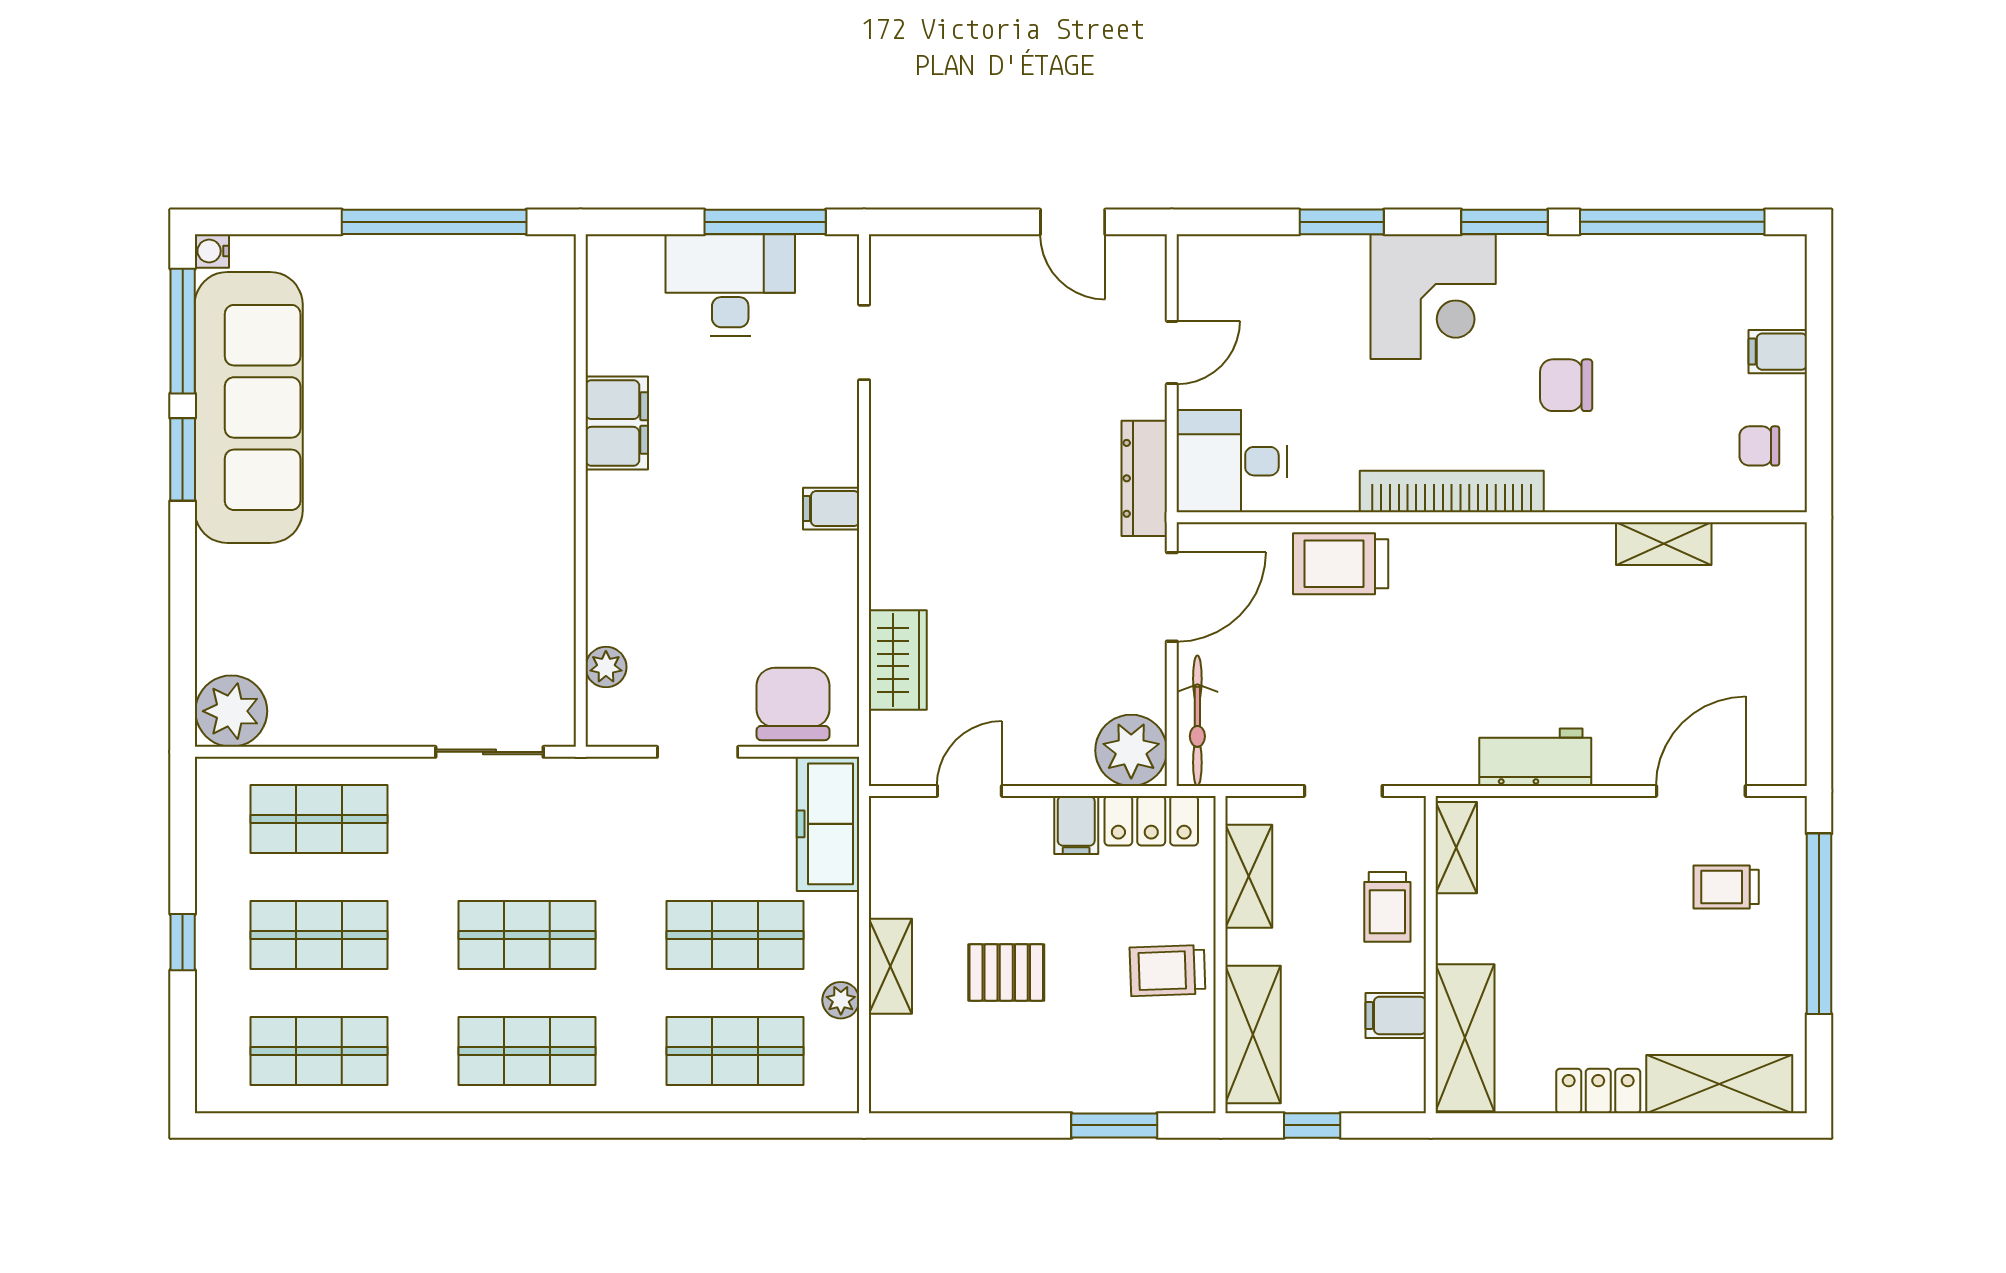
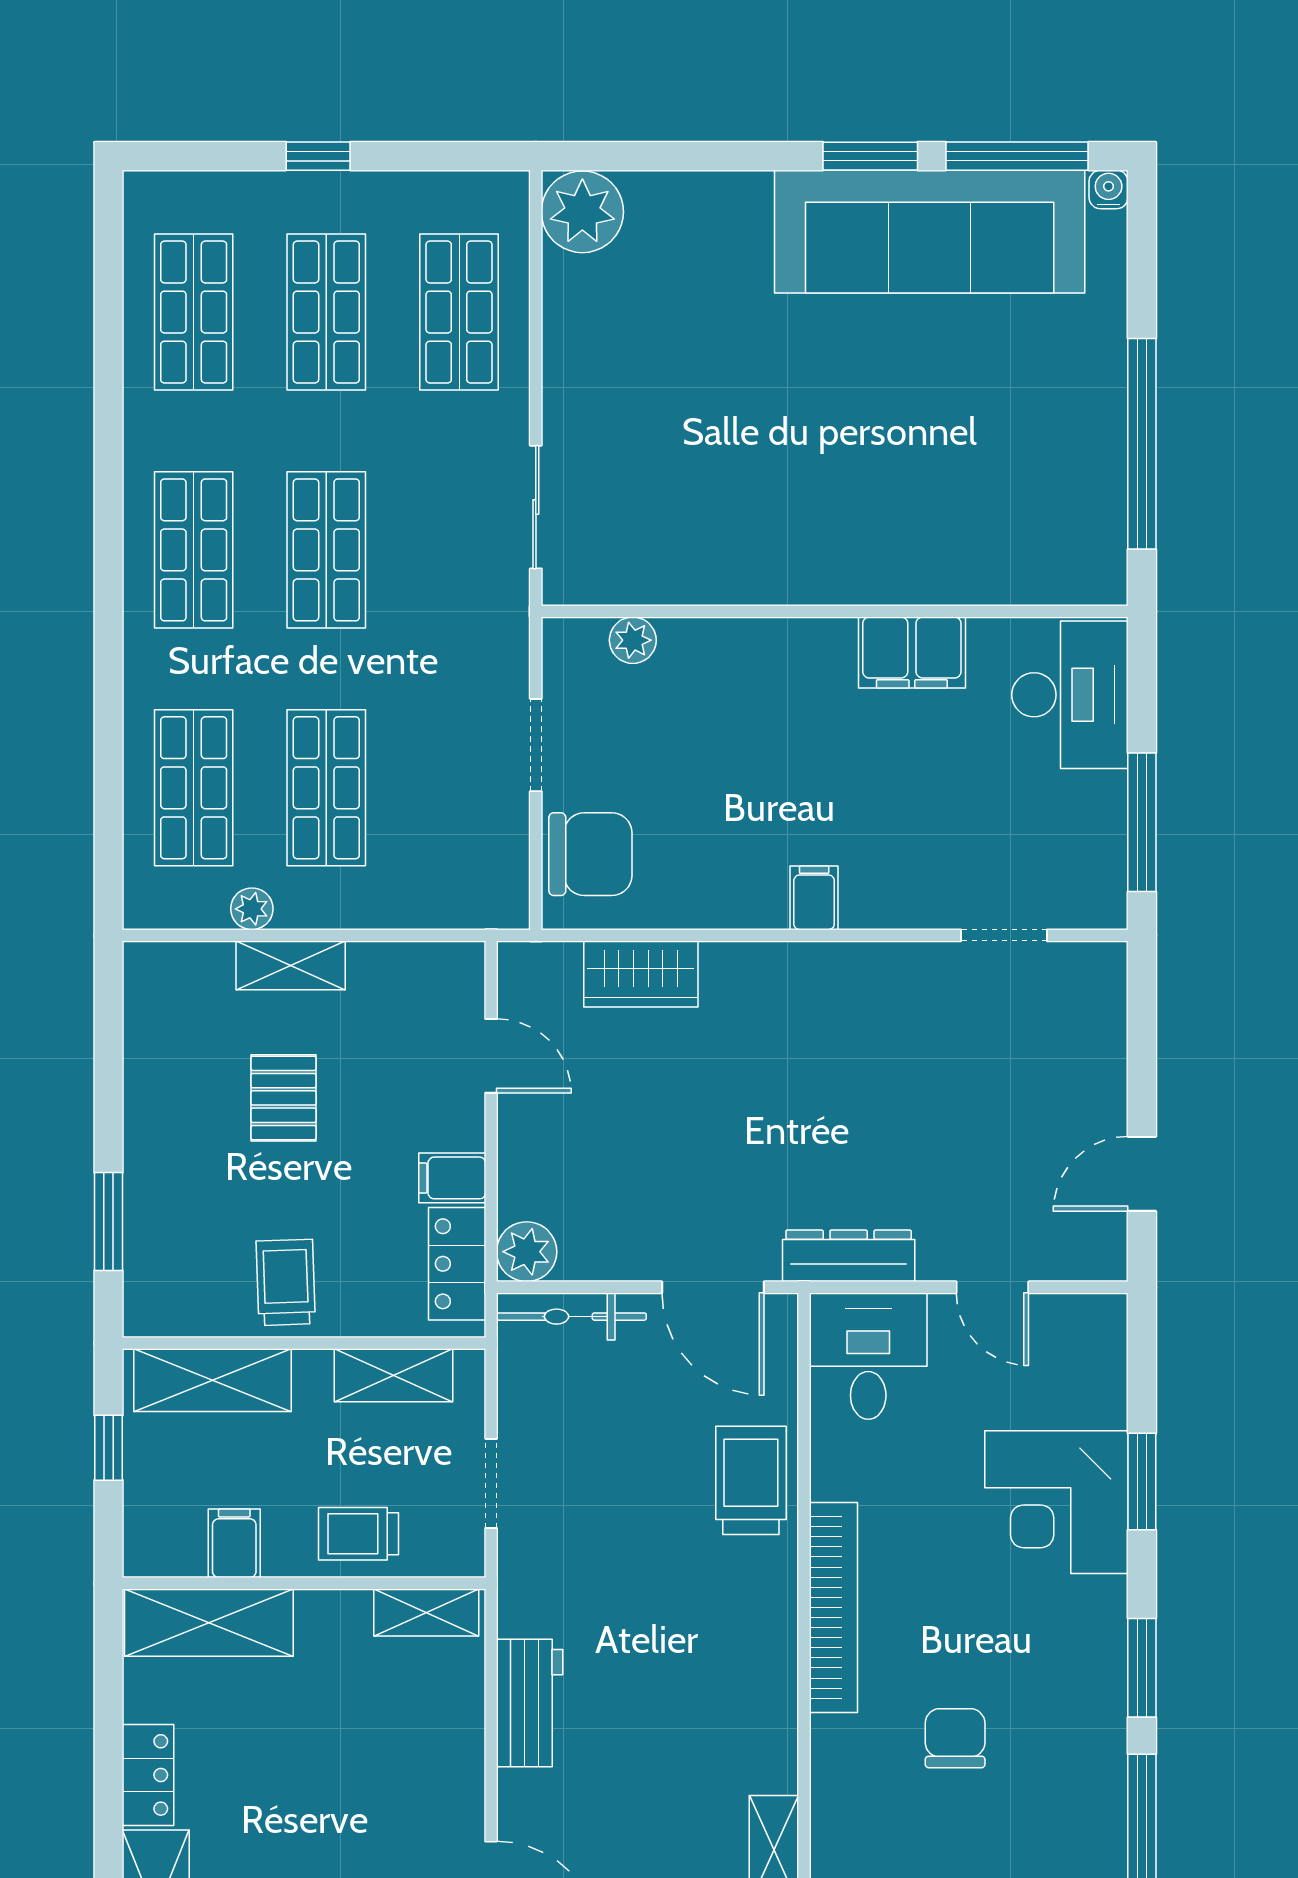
desk: (730, 285) -> (1070, 695), moved
corner desk: (1433, 297) -> (1056, 1502), moved
plant: (1131, 750) -> (527, 1252), width x0.73, depth x0.73
freezer: (828, 824) -> (453, 894), removed

